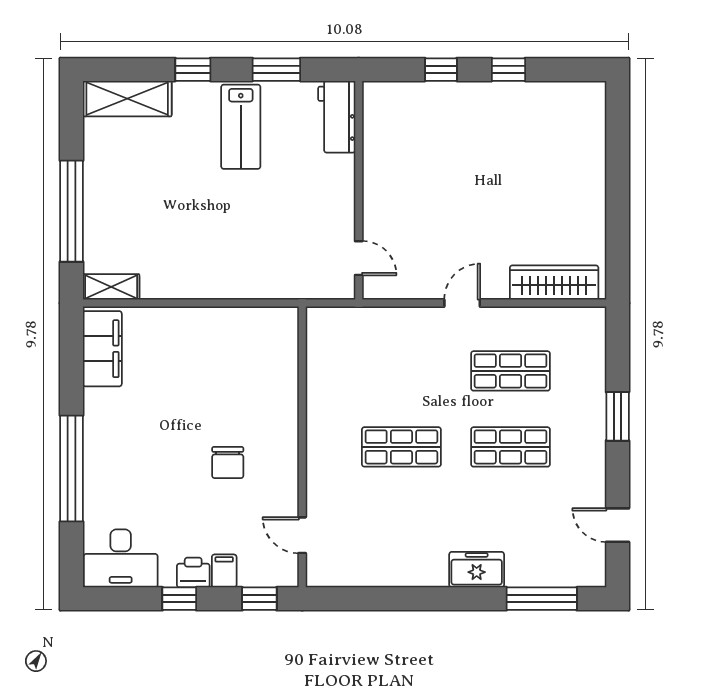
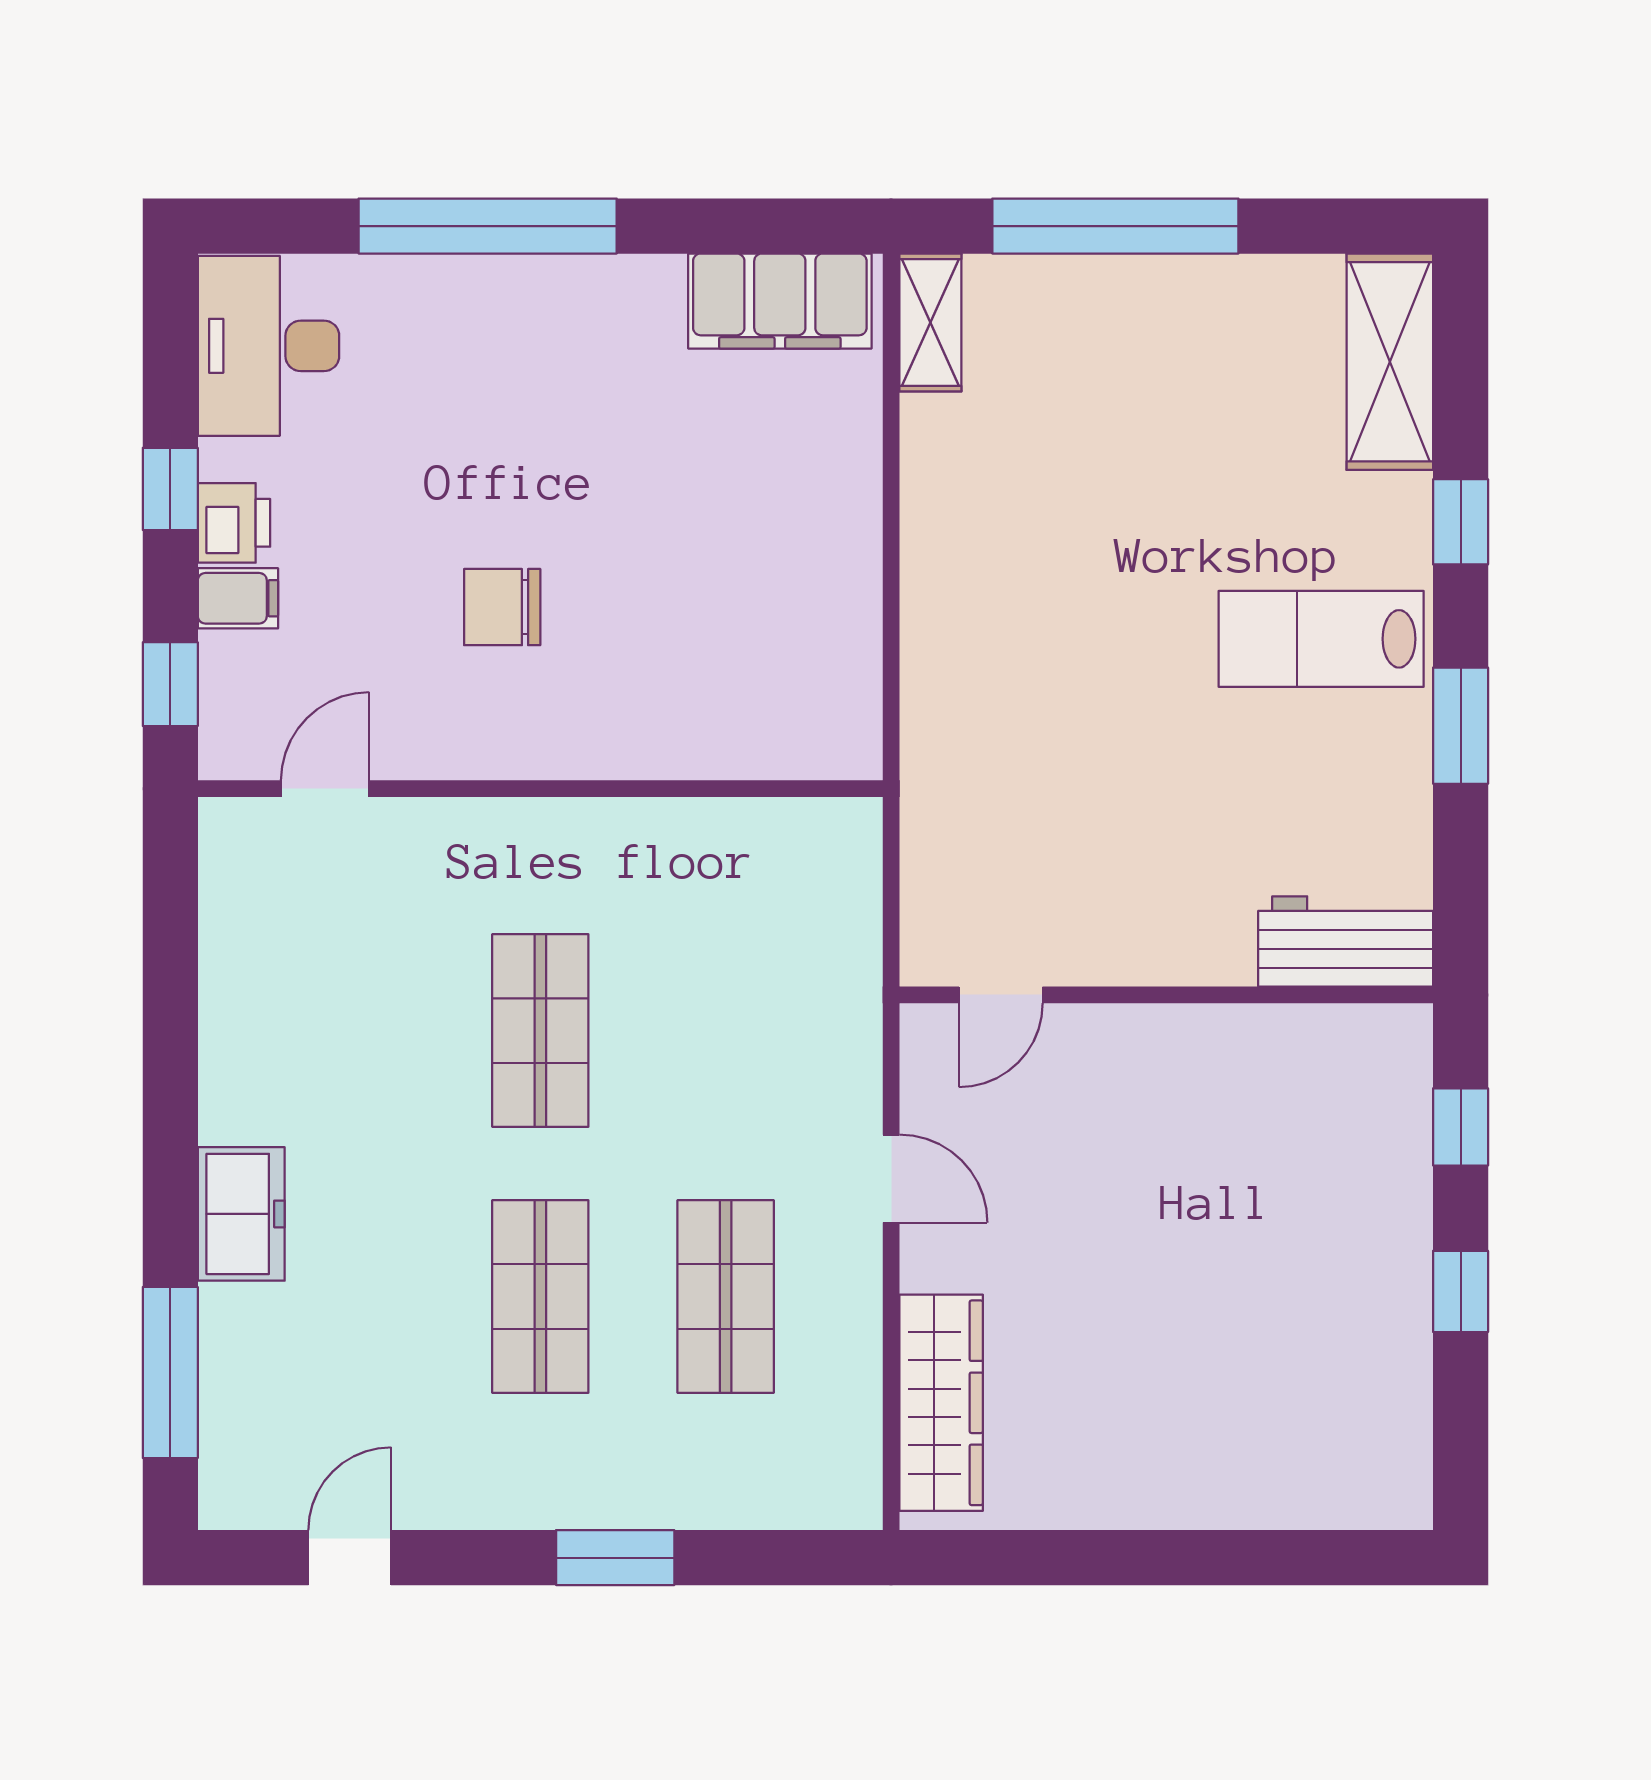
workbench: (337, 117) -> (1346, 942), moved
wall: (359, 190) -> (1166, 995), moved
door: (359, 258) -> (1001, 995), moved

